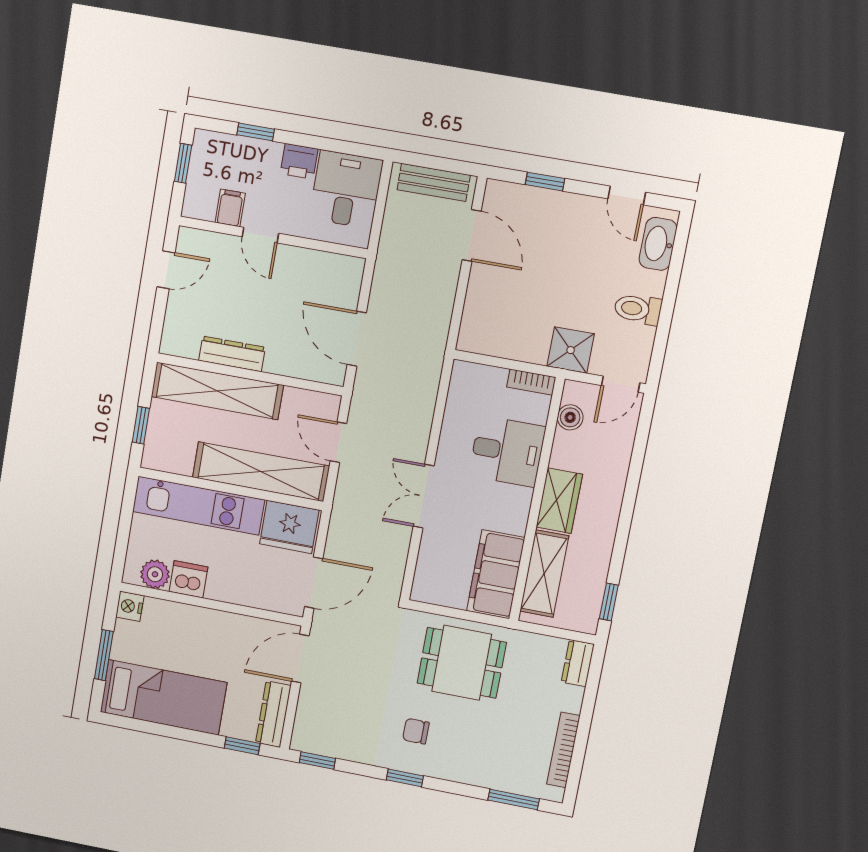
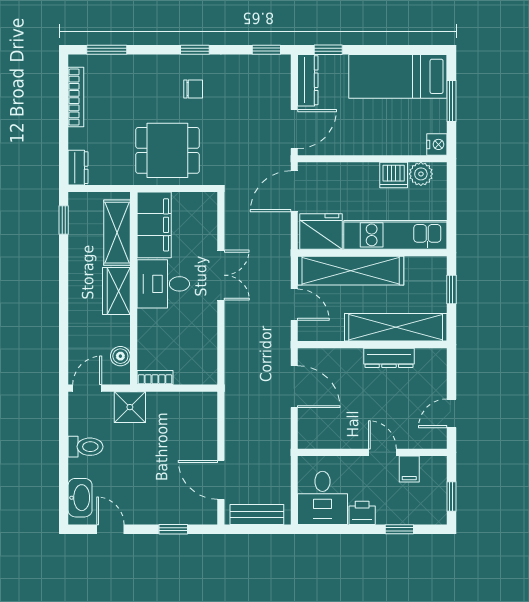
desk: (507, 451) -> (163, 284), moved

